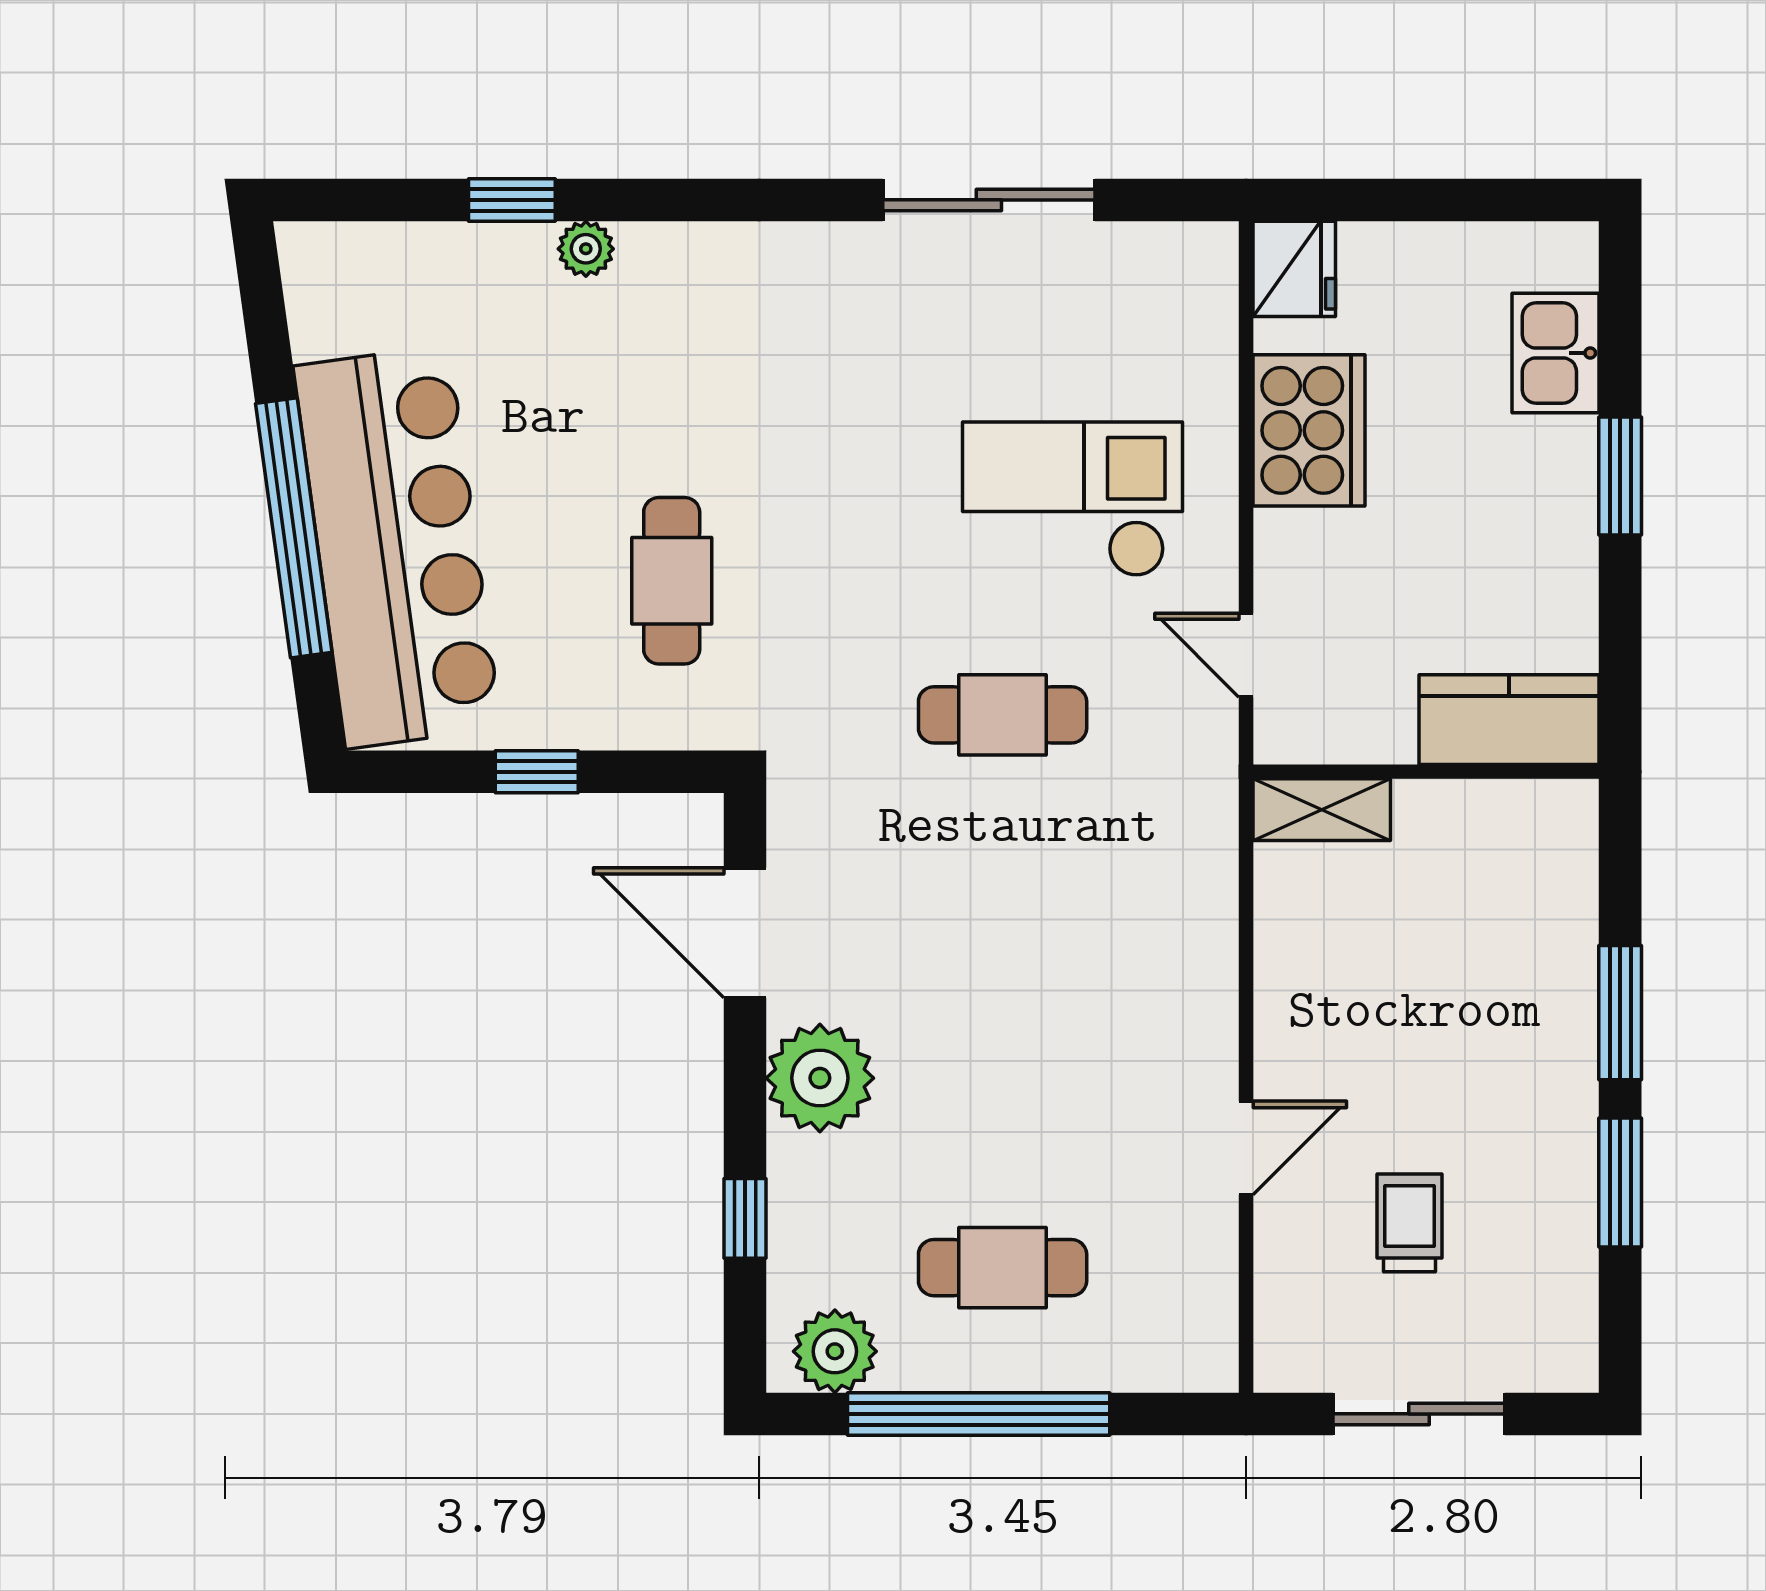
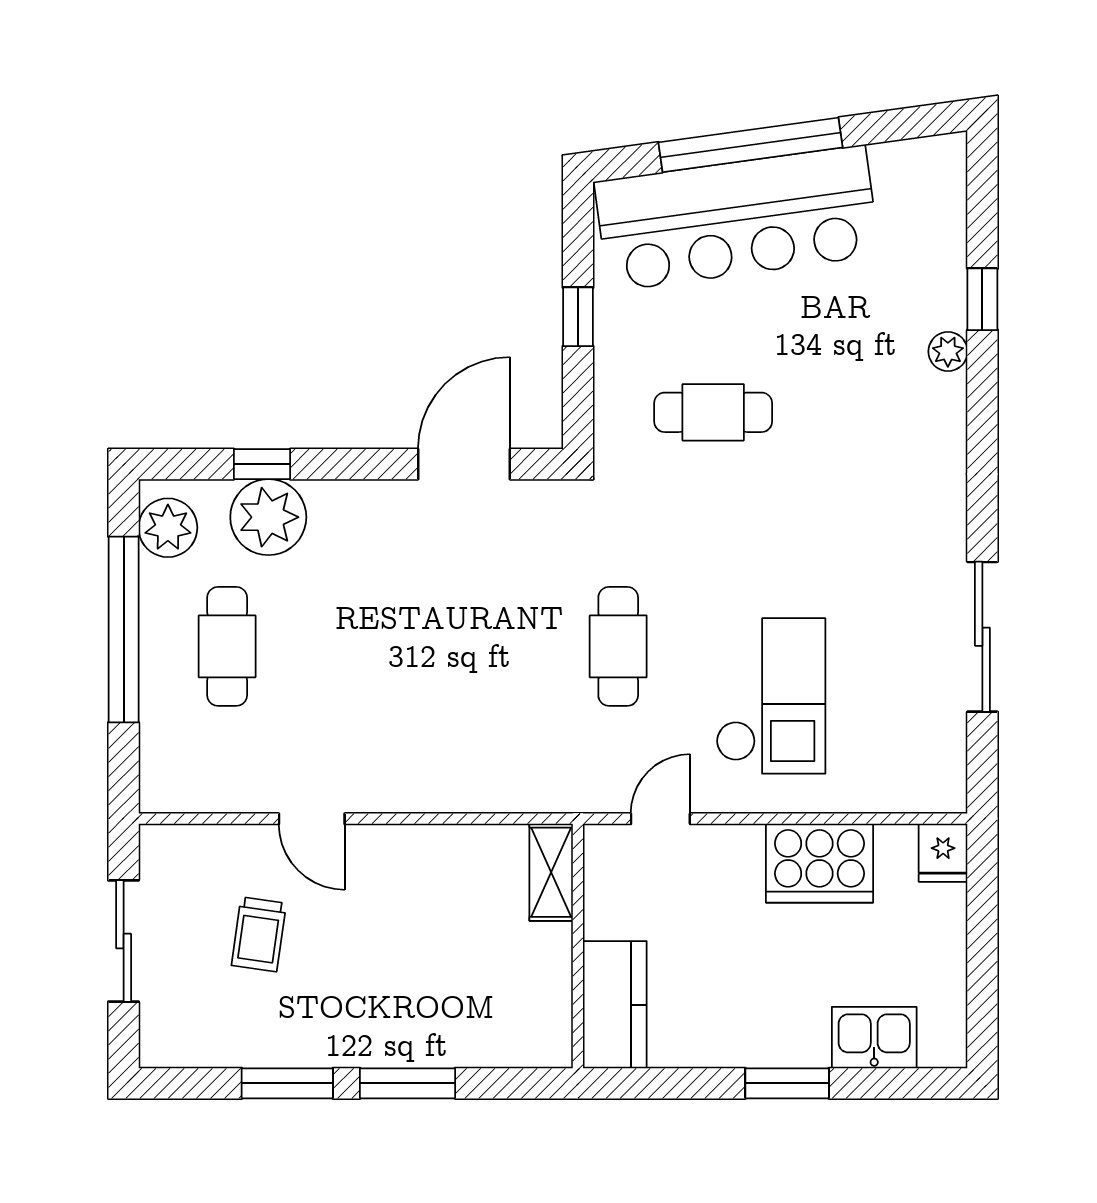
fridge: (1294, 269) -> (943, 853), width x0.72
plant: (820, 1078) -> (268, 517), moved
trolley: (1409, 1223) -> (259, 934), turned 98

